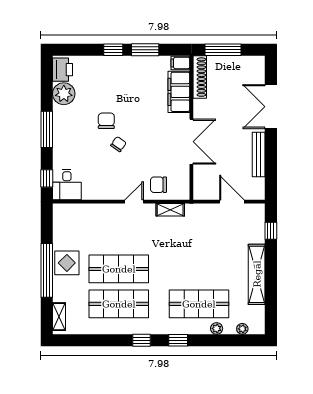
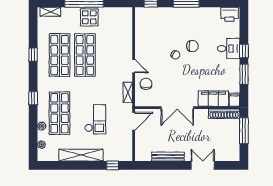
plant: (64, 94) -> (212, 15), removed
double door: (271, 107) -> (203, 165), width x0.73
desk: (67, 185) -> (229, 49), moved, turned 180
door: (232, 202) -> (134, 121), moved
checkout: (207, 255) -> (95, 119), added
window: (141, 340) -> (33, 55), moved

